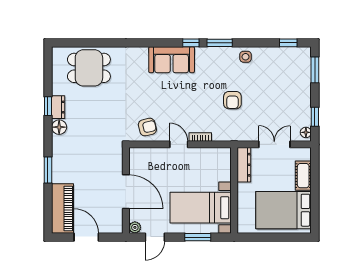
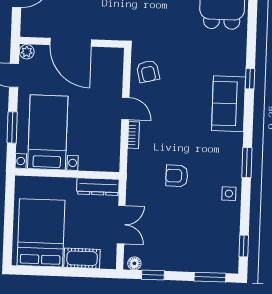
window: (191, 43) -> (250, 79), moved
door: (179, 144) -> (125, 109), hinge flipped
door: (126, 192) -> (71, 42), hinge flipped

